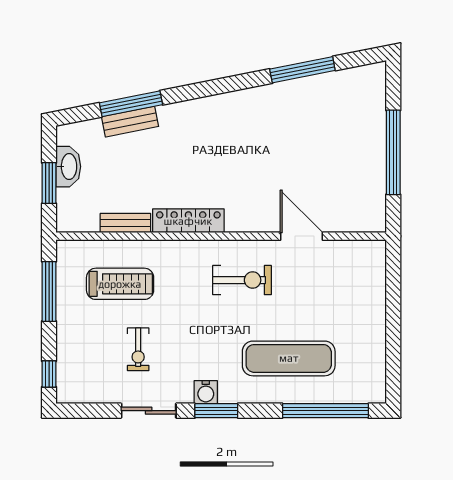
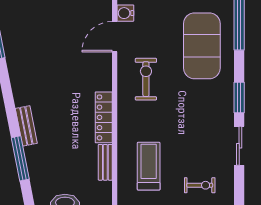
bench: (130, 122) -> (26, 126), moved
exercise bike: (138, 349) -> (200, 185), moved
exercise mat: (289, 358) -> (202, 46), width x1.47
water cooler: (206, 392) -> (125, 13), moved, turned 180

